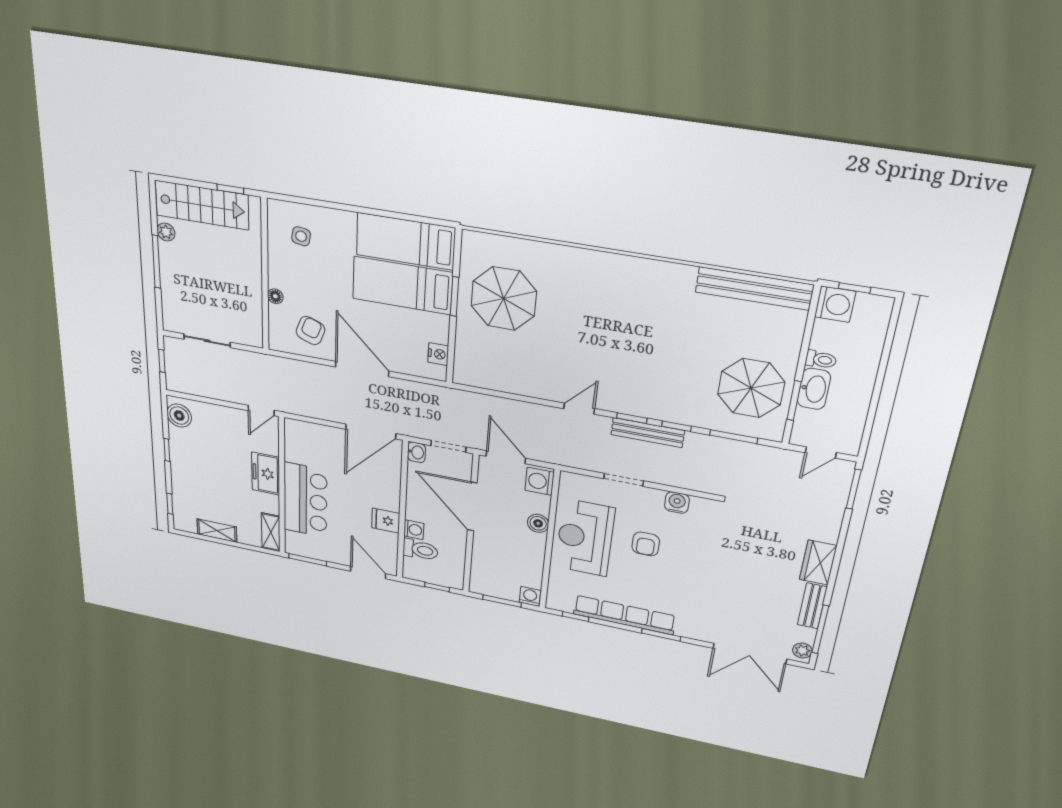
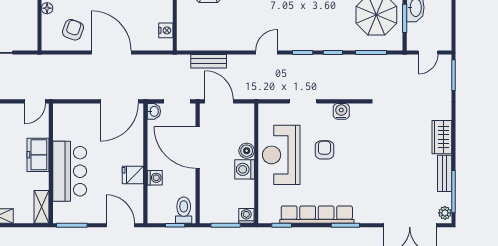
bench: (648, 433) -> (209, 61), moved, width x0.73
washing machine: (540, 481) -> (245, 169), moved
armchair: (646, 544) -> (324, 150), turned 180
toilet: (420, 550) -> (184, 210), moved, turned -90

